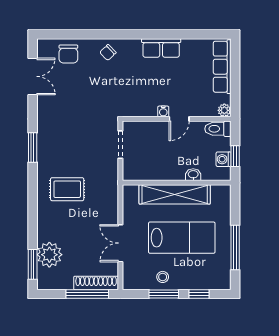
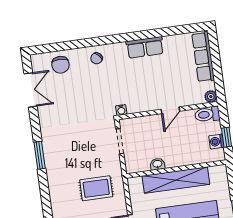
water cooler: (163, 111) -> (121, 110), moved
washbasin: (193, 175) -> (157, 164), moved
rug: (67, 189) -> (96, 188), moved

